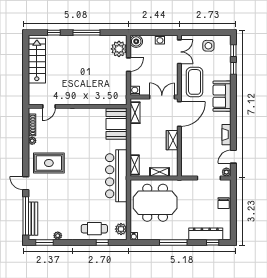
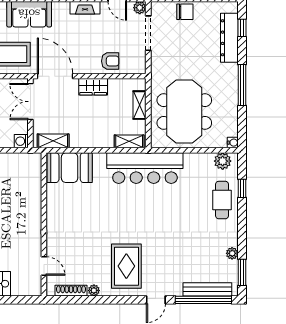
armchair: (190, 152) -> (110, 61), added

